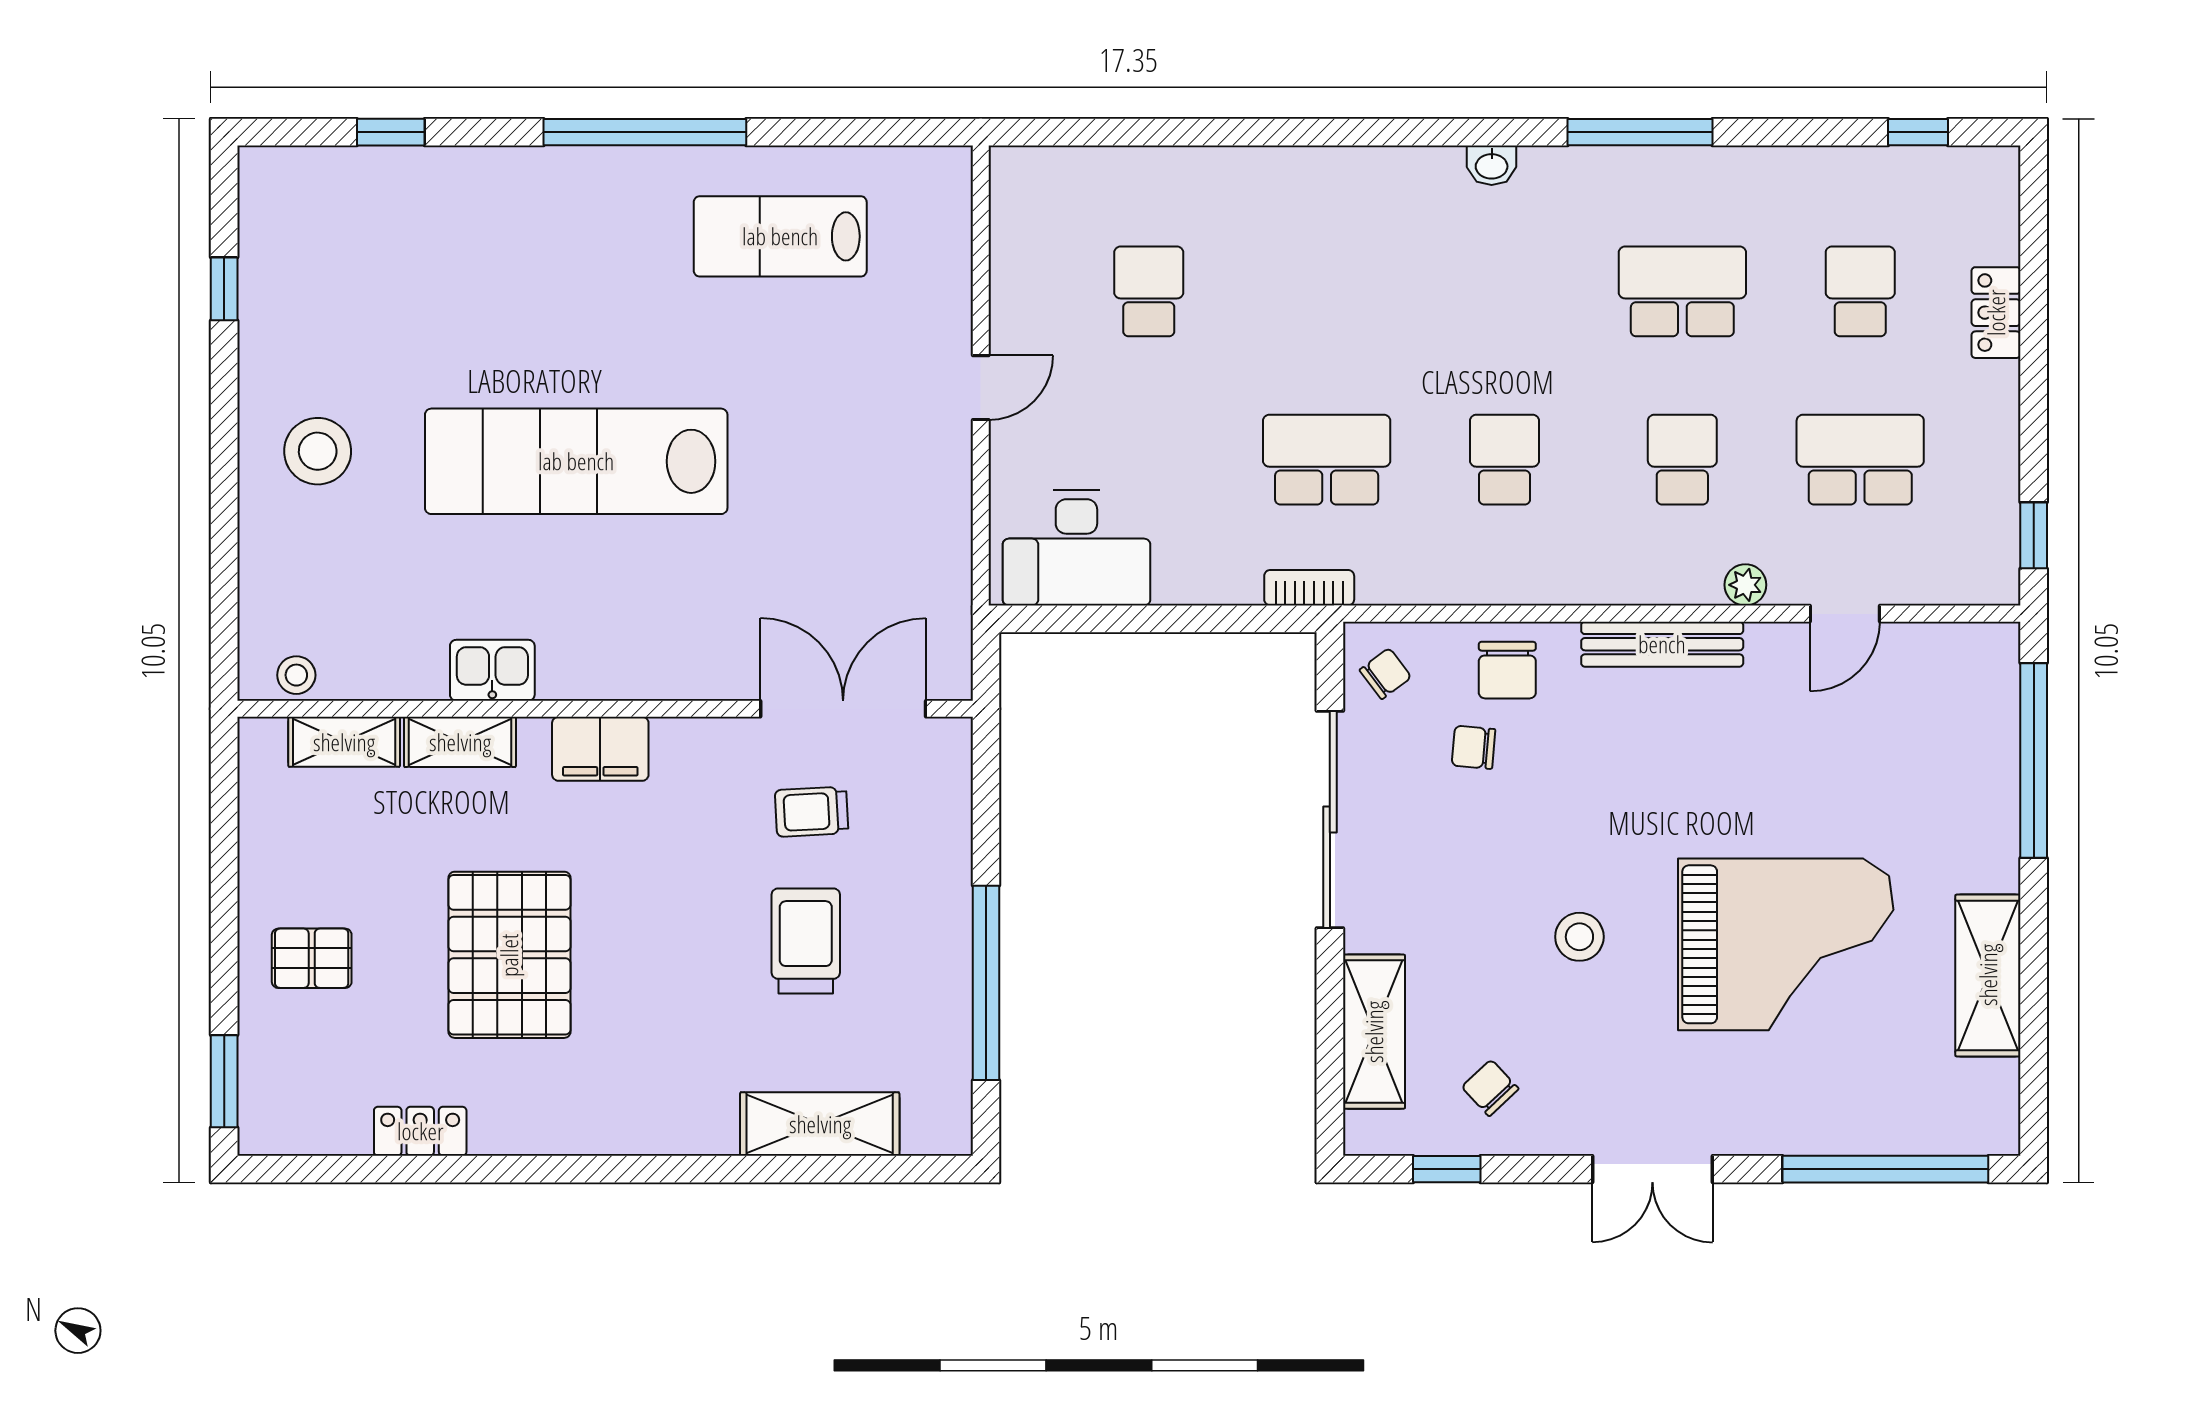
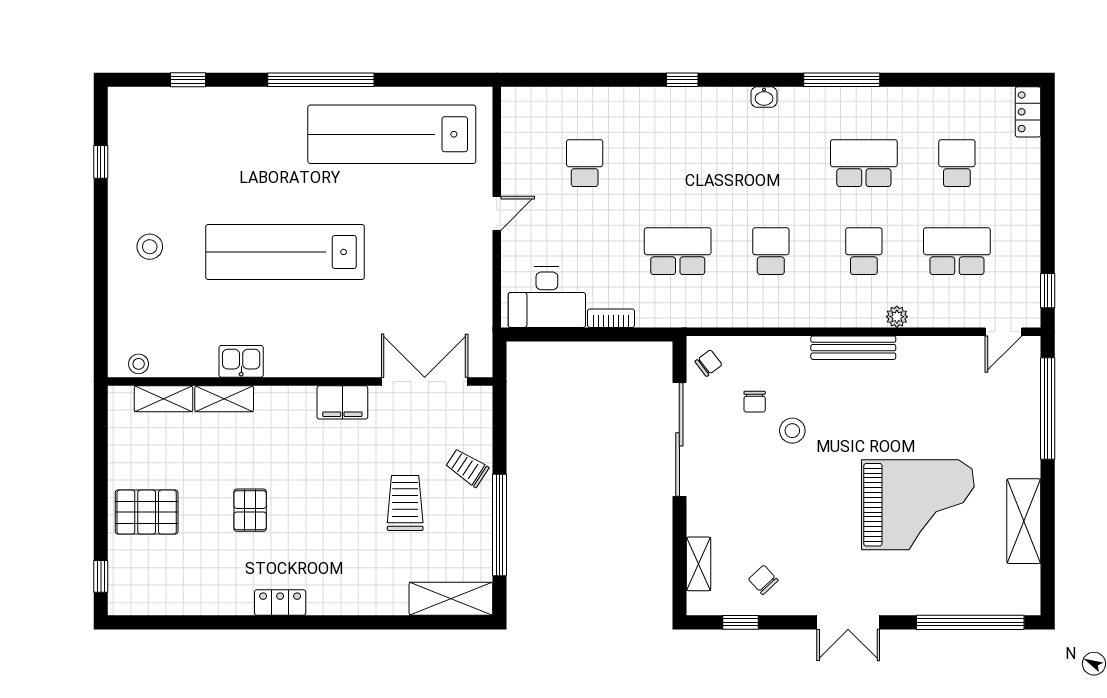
window: (1918, 132) -> (682, 80), moved
lab bench: (780, 236) -> (392, 134), width x1.86, depth x1.39
locker: (1996, 313) -> (1028, 112), moved
stool: (318, 451) -> (150, 247), width x0.73, depth x0.73
bookcase: (1309, 588) -> (611, 318), moved
door: (1845, 614) -> (1004, 332), moved
chair: (1507, 670) -> (772, 361), removed
chair: (1474, 747) -> (755, 402), turned -95
filing cabinet: (600, 749) -> (342, 402), moved
trolley: (812, 812) -> (467, 468), moved, turned 36
stool: (1579, 937) -> (792, 431), moved
pallet: (509, 955) -> (250, 510), width x0.49, depth x0.50
pallet: (312, 958) -> (147, 512), width x1.50, depth x1.42
shelving: (1374, 1032) -> (698, 564), width x0.67, depth x0.75
window: (224, 1081) -> (101, 576), width x0.67
shelving: (820, 1124) -> (451, 599), moved
locker: (420, 1131) -> (280, 603), moved

